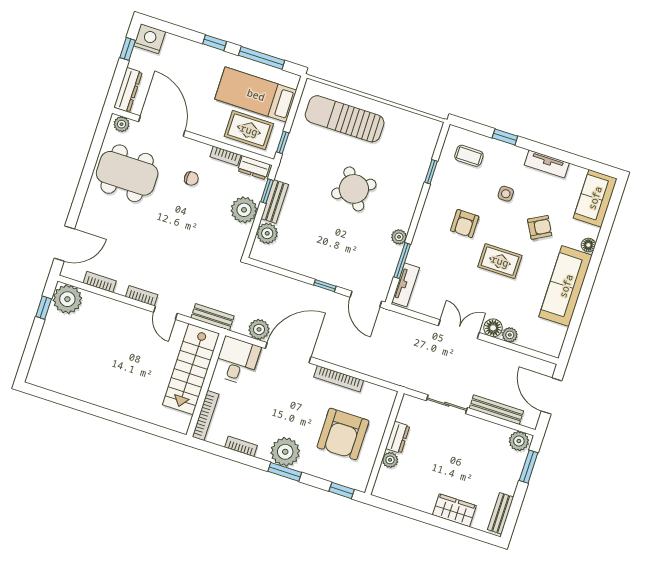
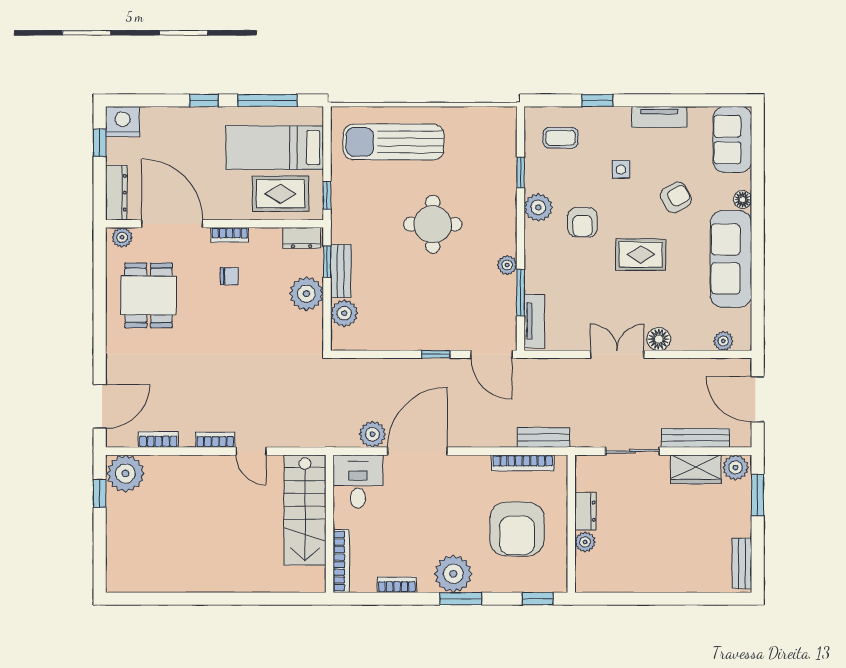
bookcase: (225, 156) -> (230, 235), moved
dining table: (127, 173) -> (149, 295), width x0.73
round table: (354, 189) -> (433, 224), turned 33
plant: (436, 202) -> (538, 207), added
bench: (212, 317) -> (544, 438), moved
plant: (510, 335) -> (723, 341), moved
bookcase: (339, 379) -> (523, 463), moved
wardrobe: (454, 510) -> (696, 469), moved, turned 180

